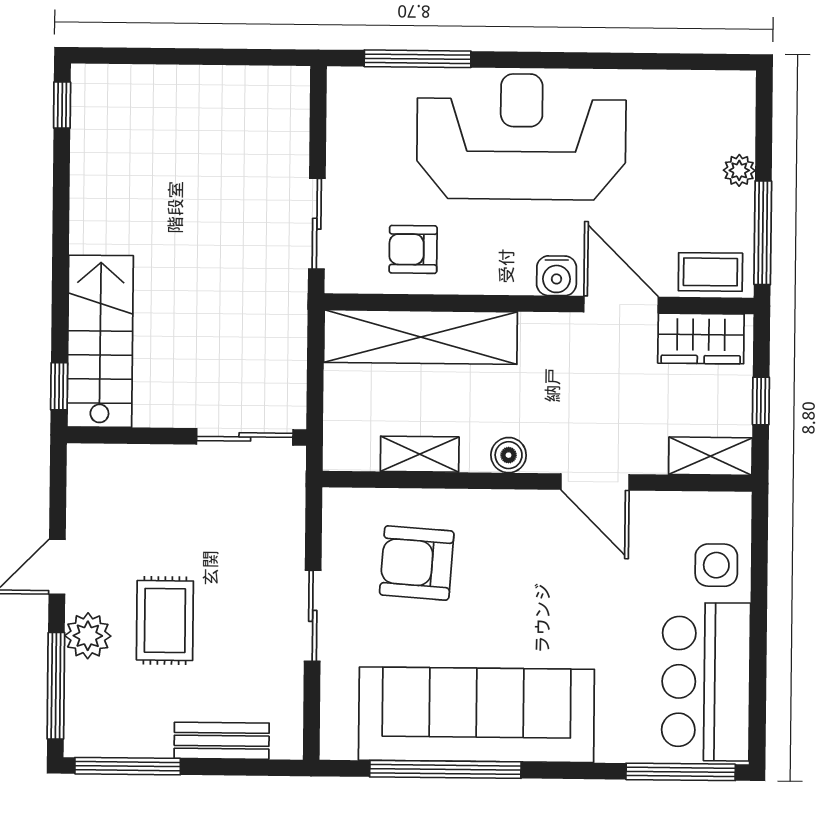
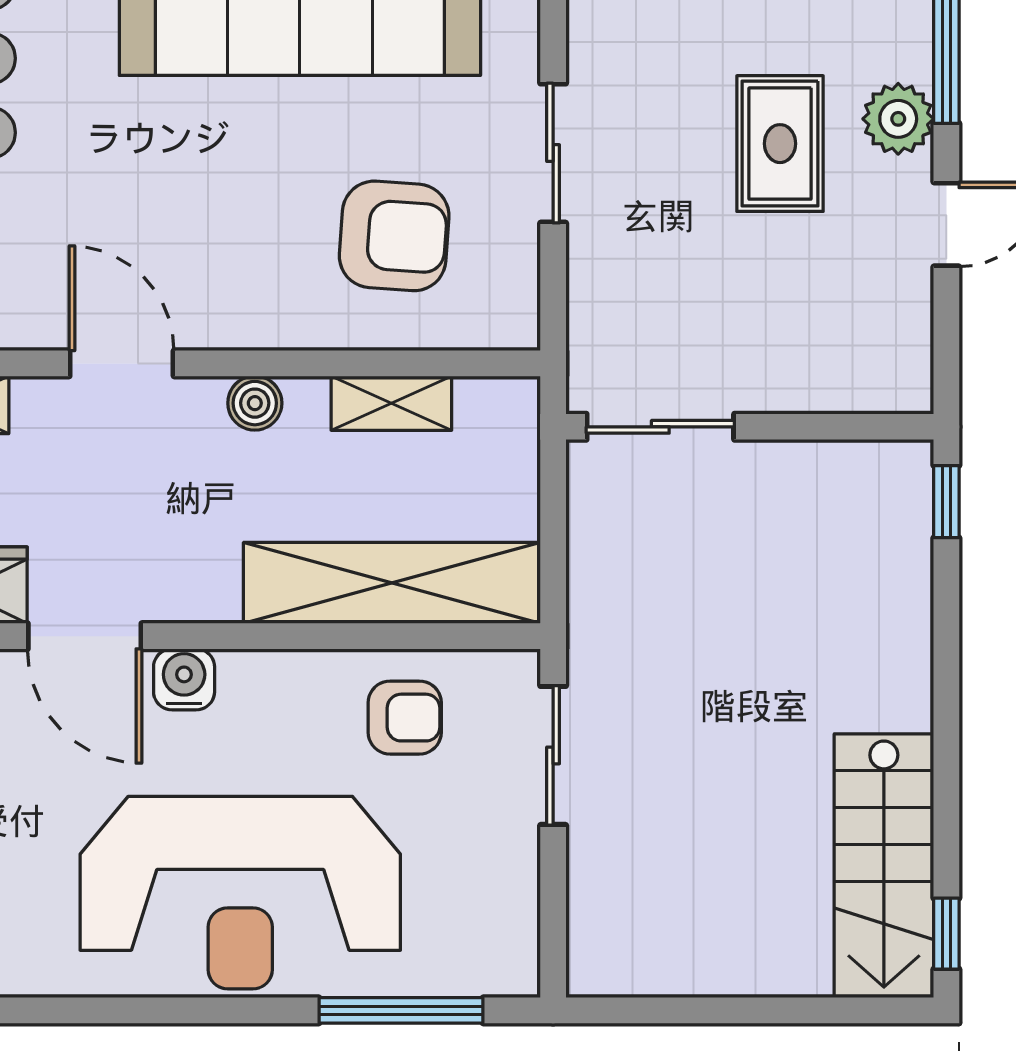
stairs: (100, 341) -> (884, 866), moved

